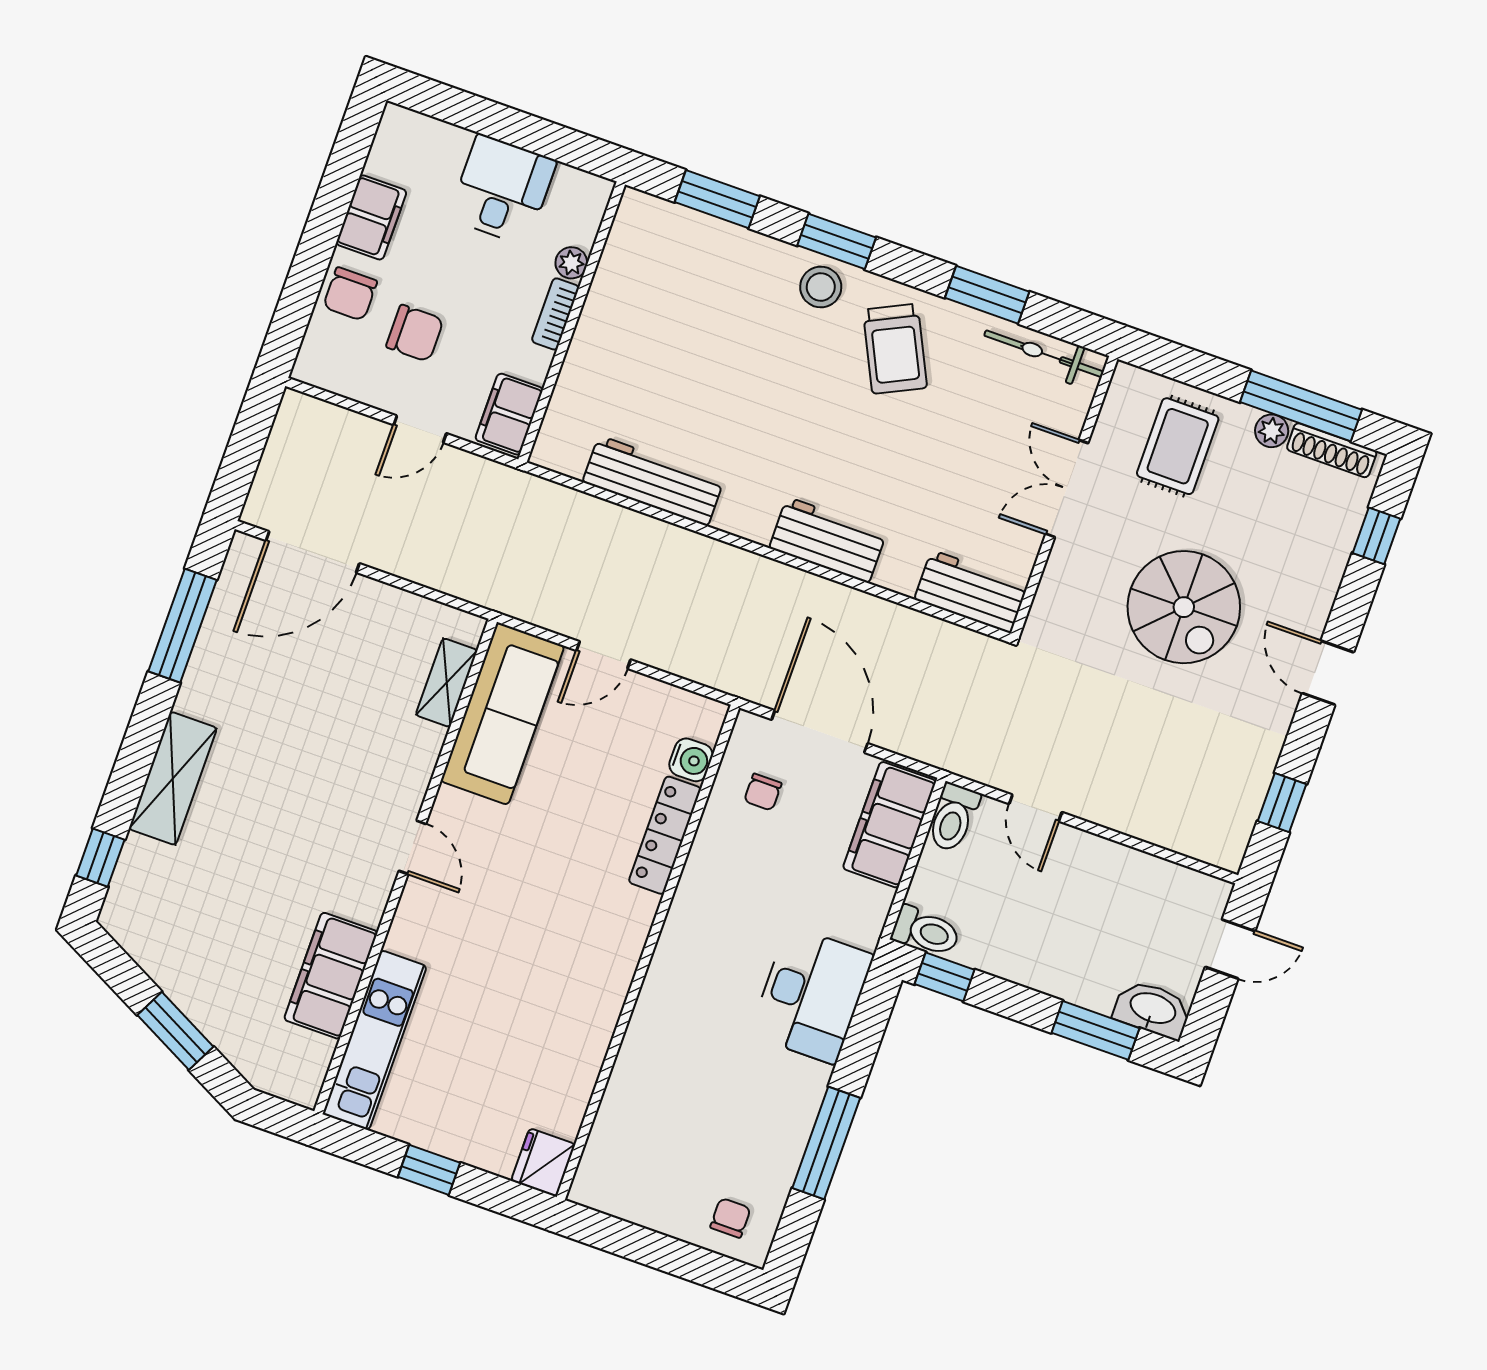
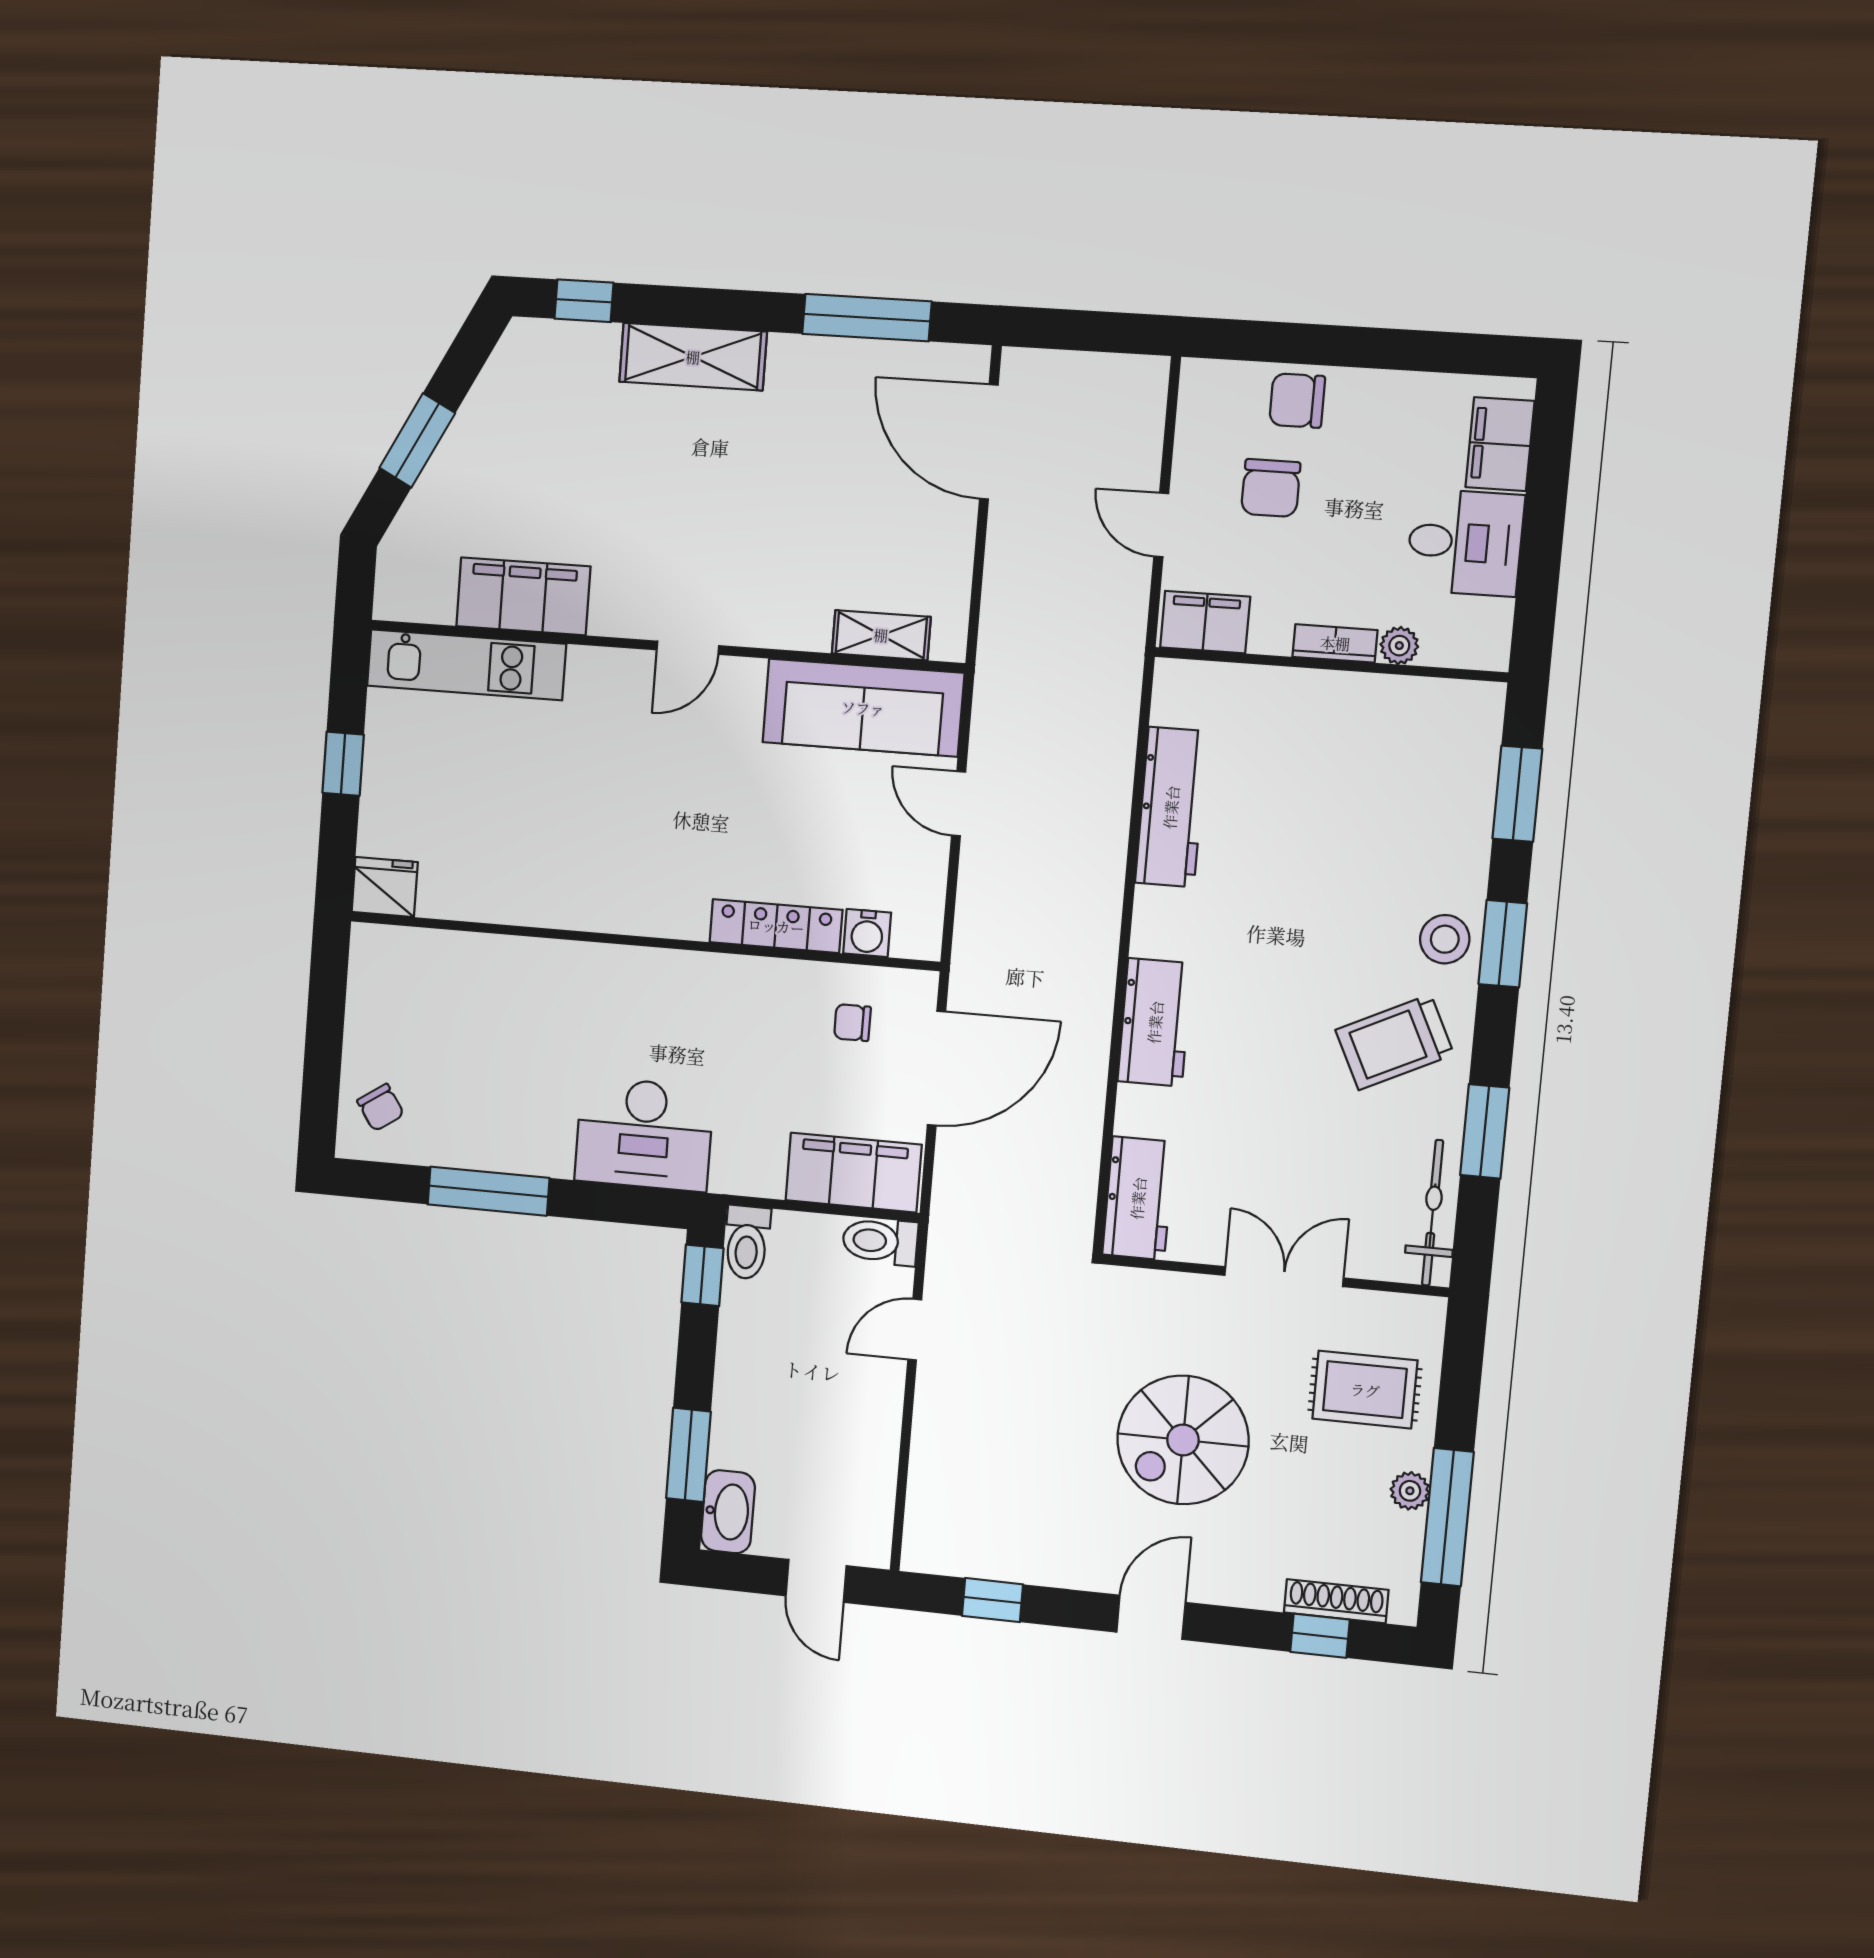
filing cabinet: (371, 217) -> (1500, 444), moved, turned 90
shoe rack: (1332, 450) -> (1336, 1601), moved, turned 90
chair: (730, 1218) -> (381, 1108), turned 56

